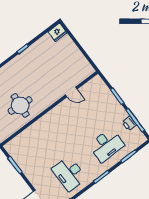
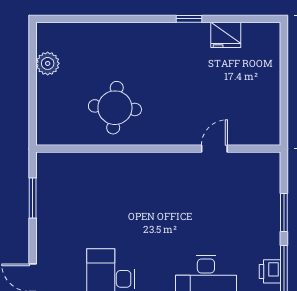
fridge: (57, 32) -> (226, 35), moved
door: (71, 92) -> (214, 149), swing flipped

